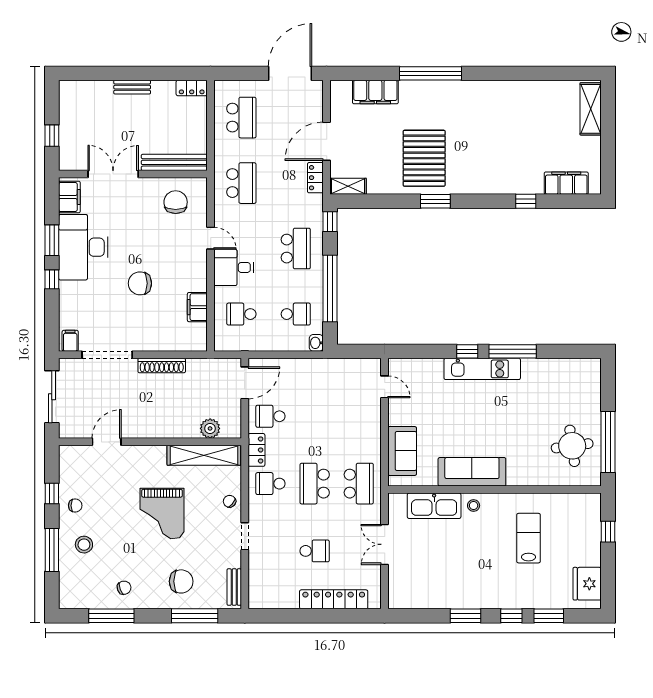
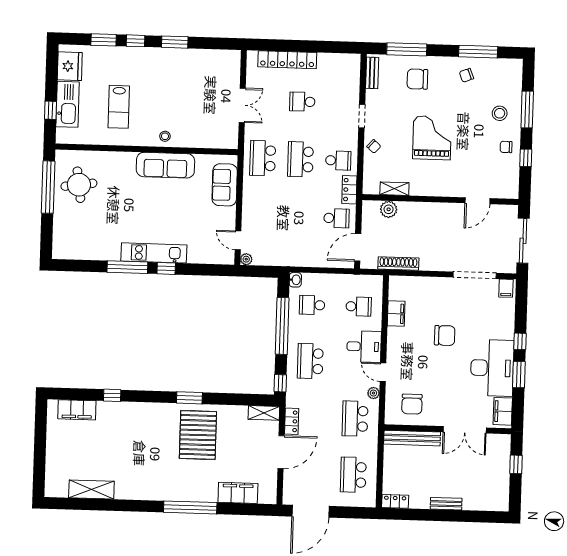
shelving: (591, 109) -> (91, 490), moved, turned 90
plant: (221, 214) -> (373, 393), added
plant: (374, 365) -> (246, 259), added
shoe rack: (162, 366) -> (398, 264), moved
shelving: (204, 455) -> (394, 189), width x0.45, depth x0.75
school desk: (315, 484) -> (300, 159), turned 180
kitchen sink: (434, 506) -> (68, 104), moved, turned 90

